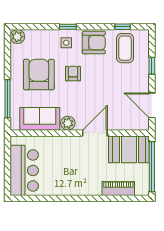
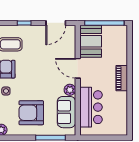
armchair: (73, 74) -> (30, 86), removed
bar counter: (24, 170) -> (91, 107), moved, turned 90
piano: (118, 189) -> (122, 78), moved

